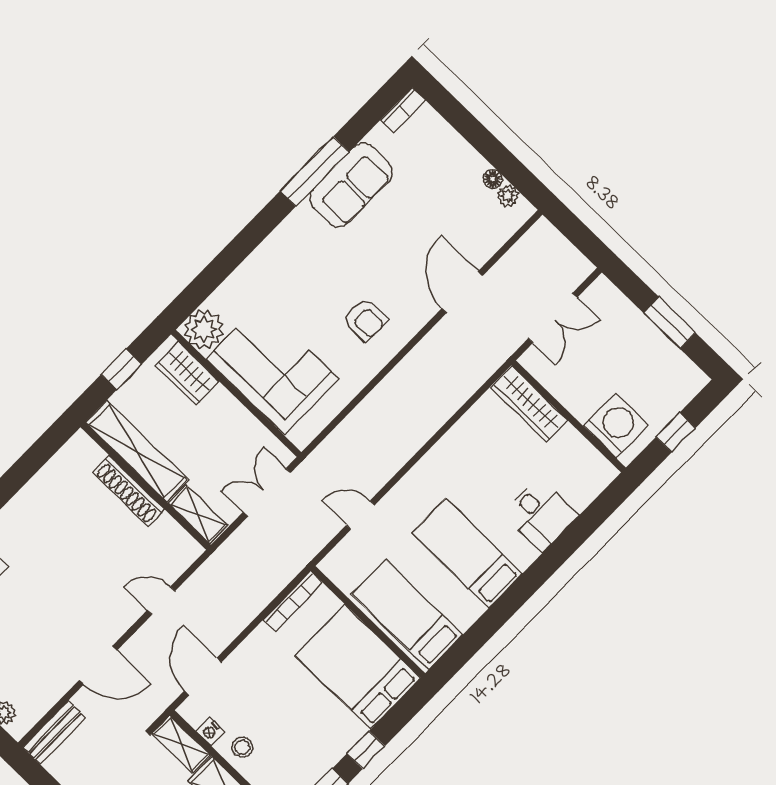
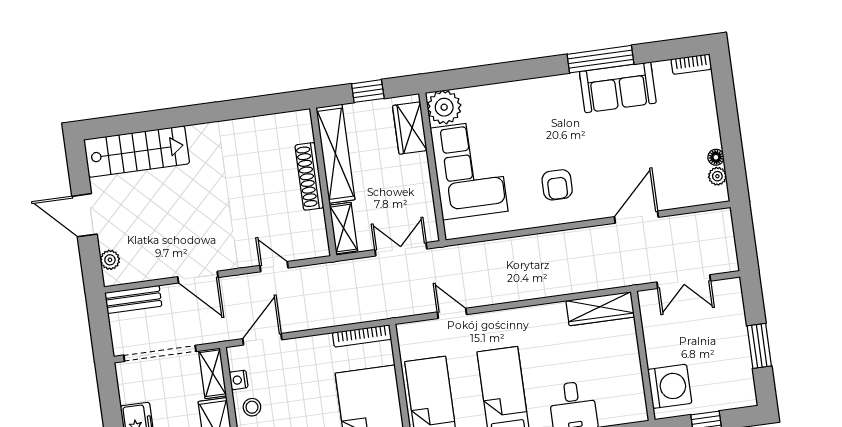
wardrobe: (529, 404) -> (600, 309), moved, turned -90

